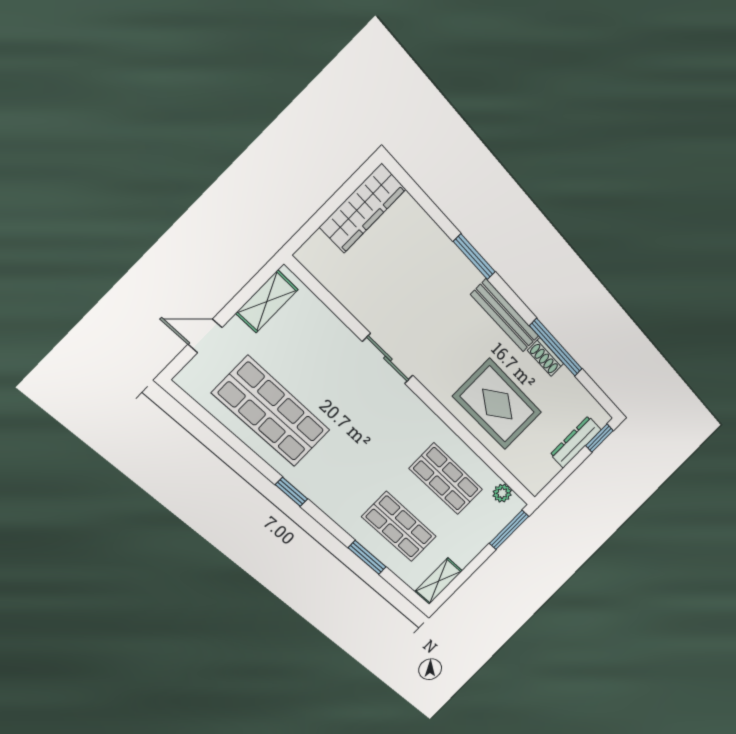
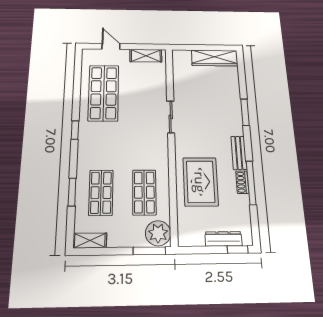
bench: (505, 315) -> (239, 153), width x0.73
plant: (502, 493) -> (158, 233), width x1.87, depth x1.87

